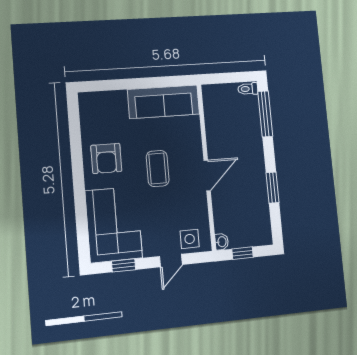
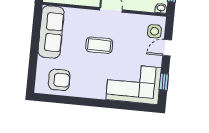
armchair: (106, 158) -> (59, 80), moved
door: (171, 261) -> (167, 48), swing flipped

